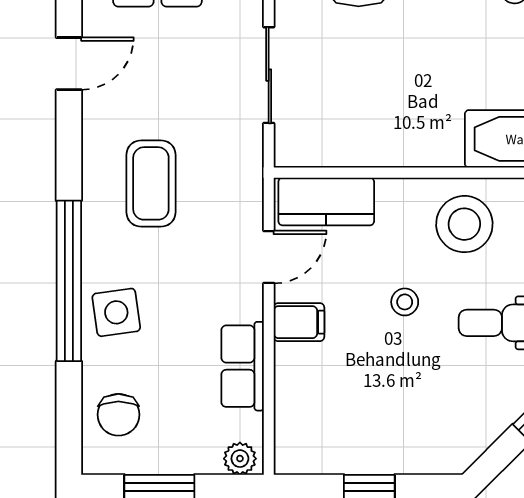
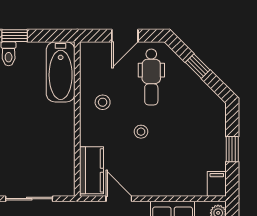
stool: (464, 224) -> (103, 102), width x0.53, depth x0.53
filing cabinet: (299, 322) -> (217, 184), moved

